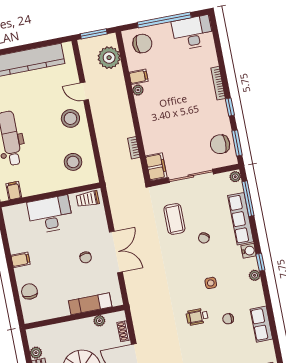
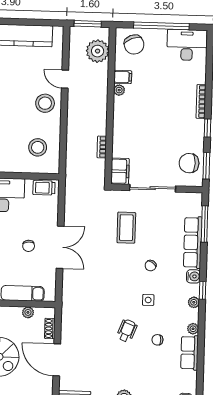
chair: (142, 44) -> (134, 44), turned 68
plant: (235, 177) -> (193, 329), moved
chair: (204, 238) -> (151, 266), moved
wheelchair: (197, 317) -> (127, 331), turned 111

